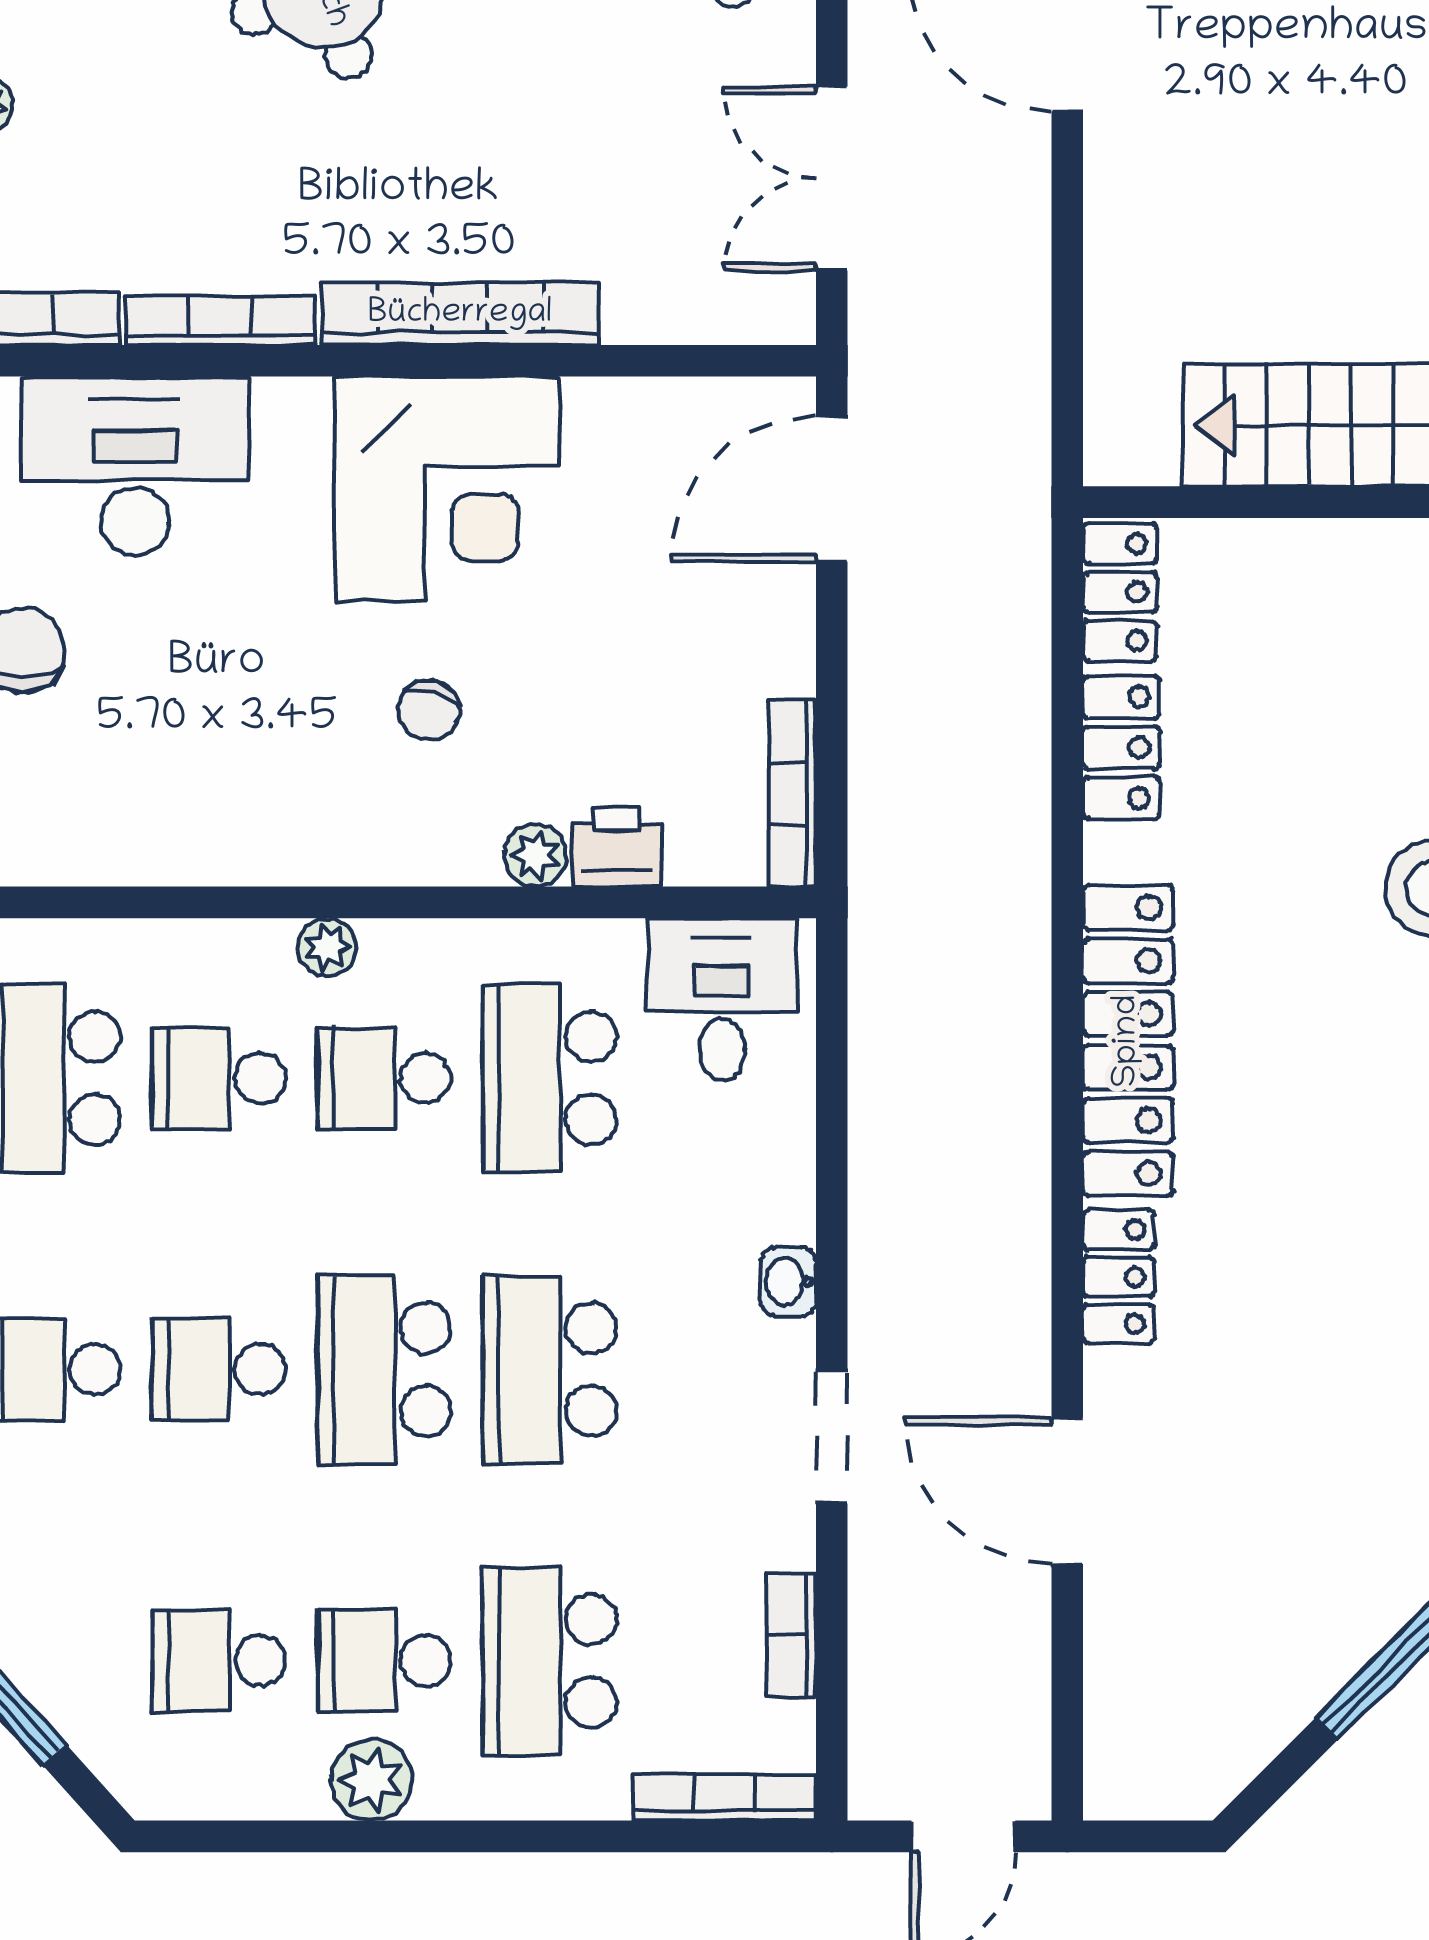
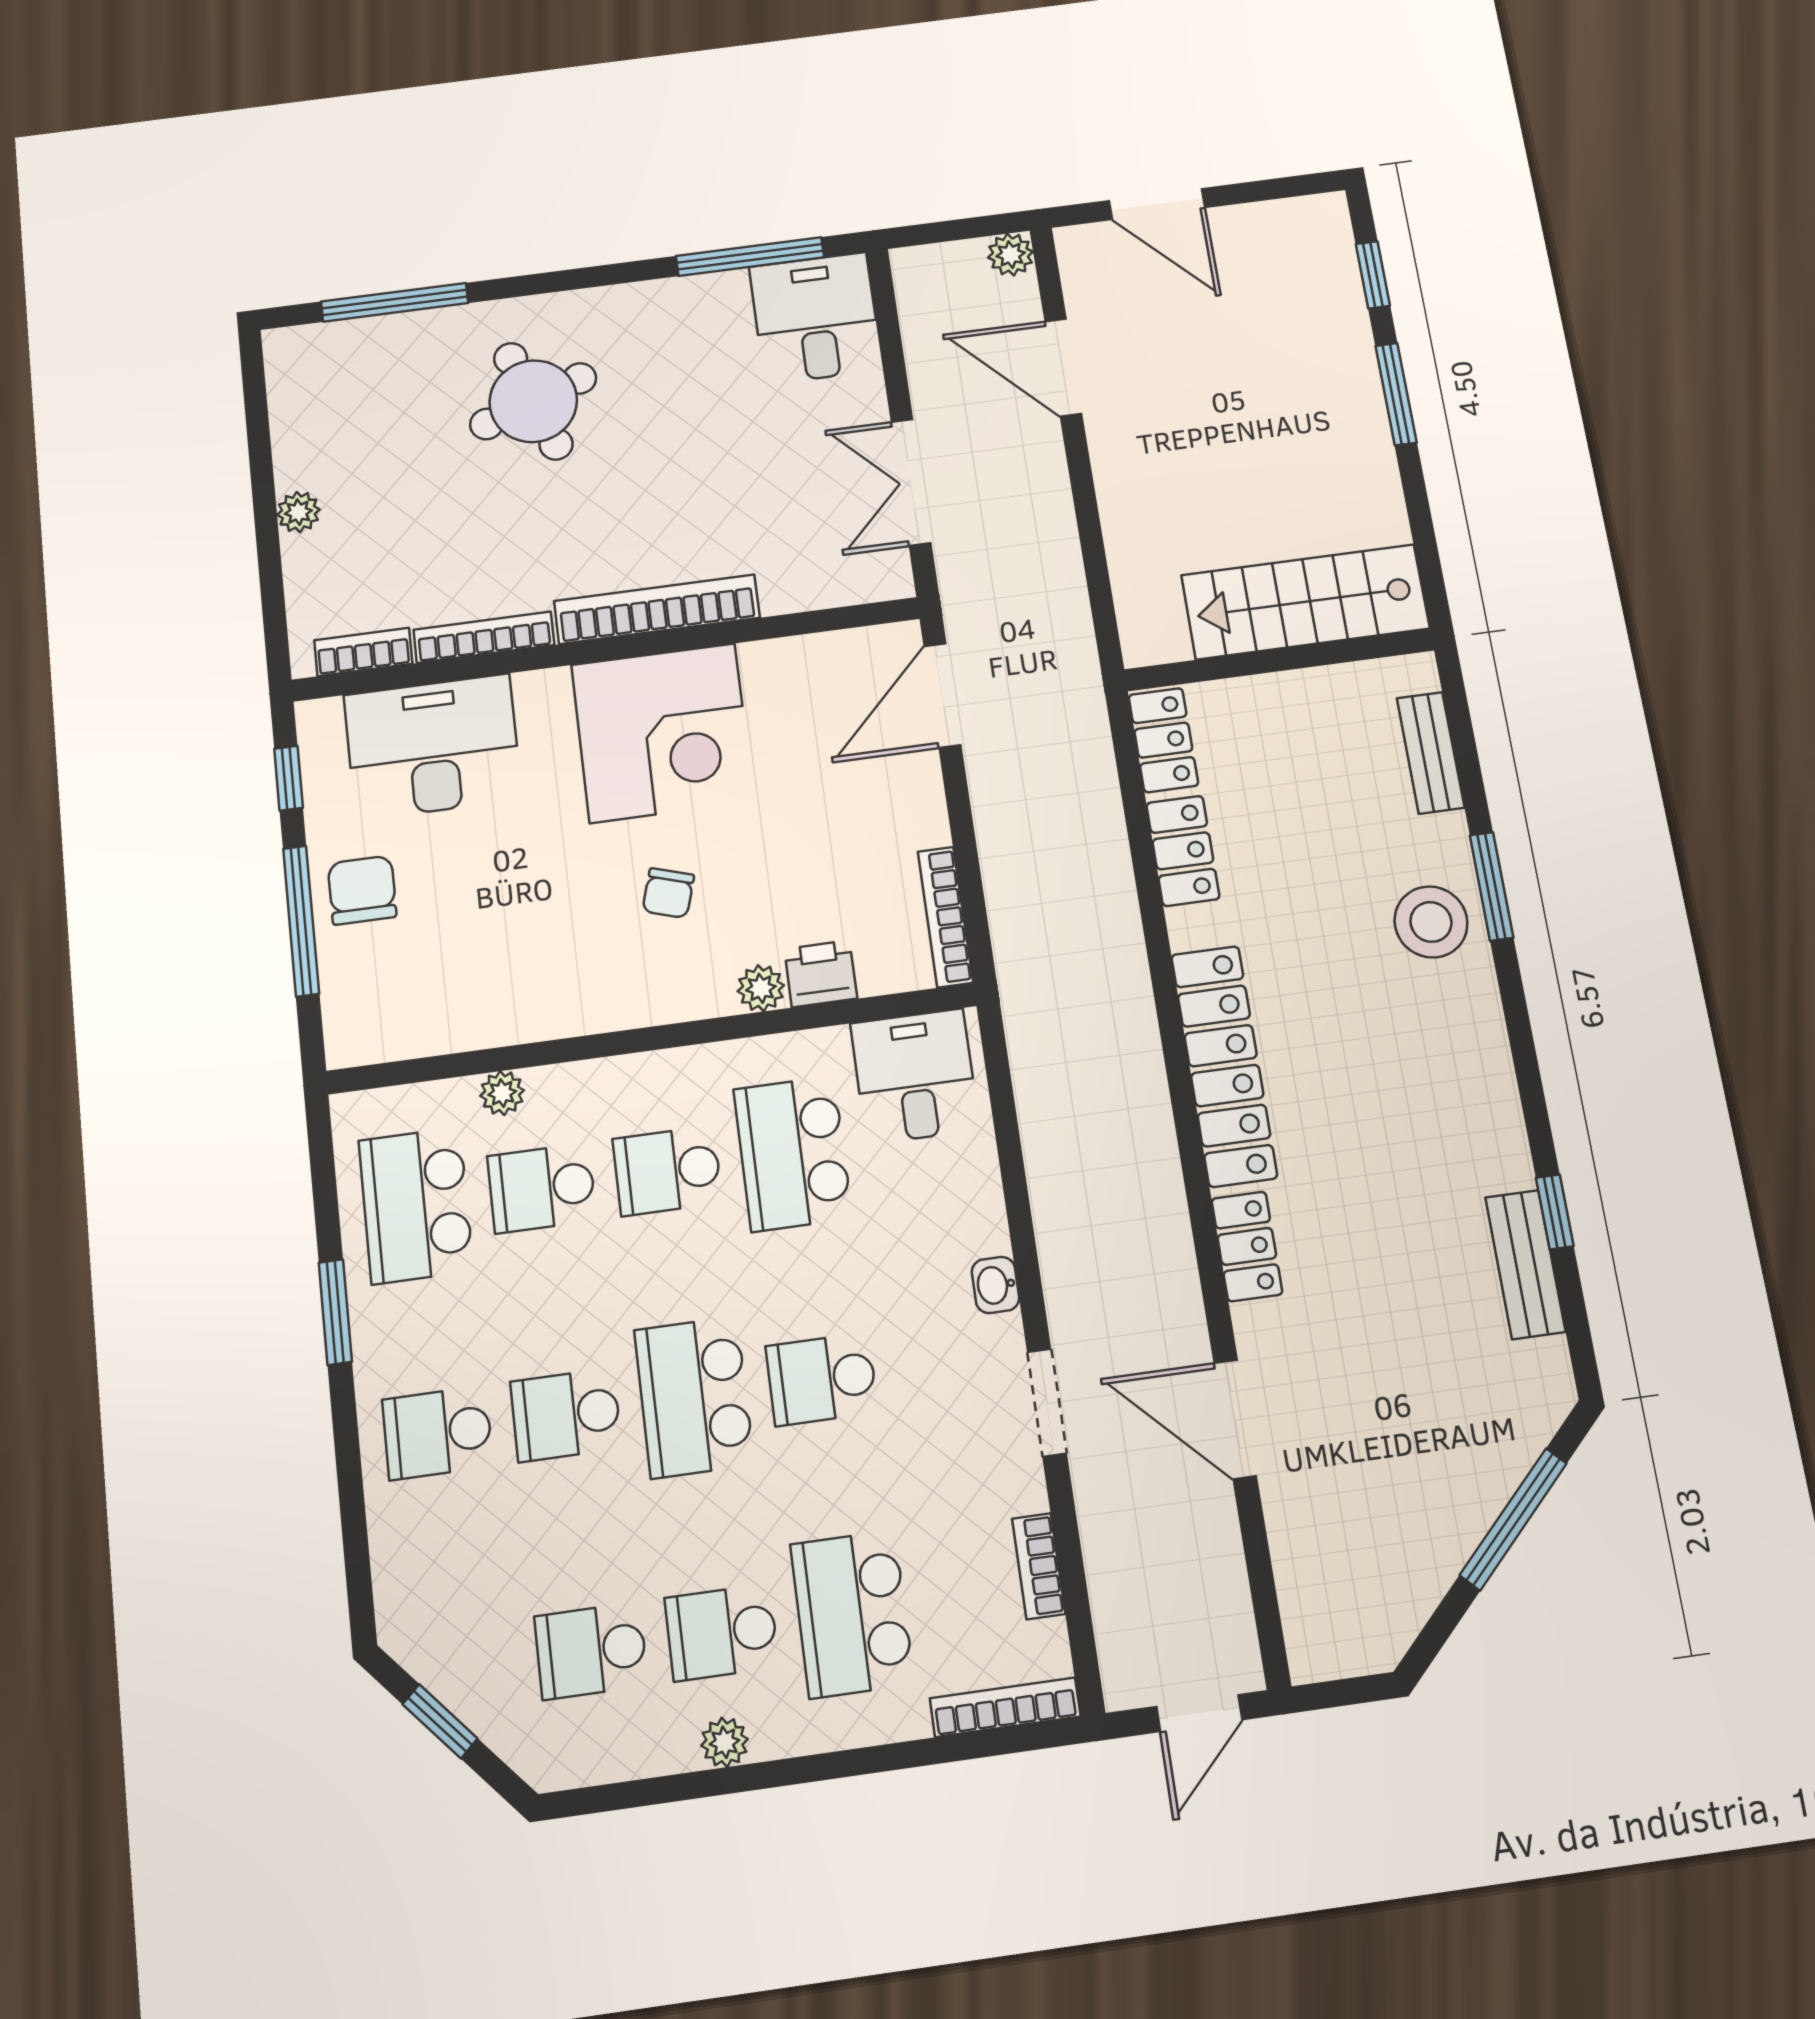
plant: (327, 947) -> (502, 1093), moved
school desk: (550, 1369) -> (822, 1379), width x0.54
plant: (372, 1780) -> (724, 1742), width x0.73, depth x0.73

